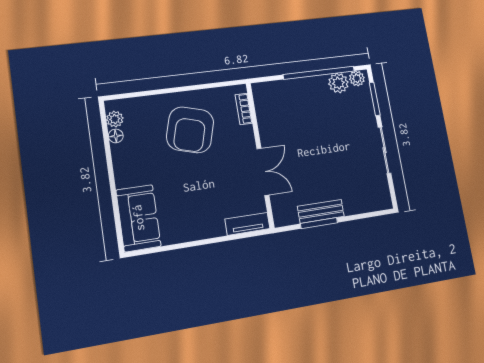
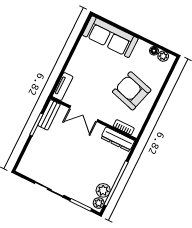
dresser: (264, 107) -> (118, 139), added
bench: (321, 211) -> (49, 115), moved
sofa: (138, 218) -> (110, 37), width x1.36

